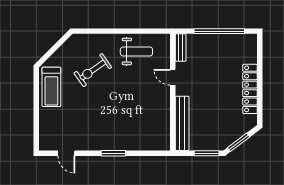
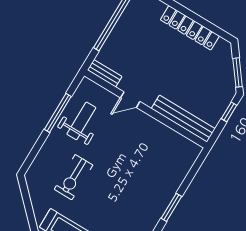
window: (132, 31) -> (58, 113), added
exercise bike: (93, 70) -> (74, 177), turned 35
window: (207, 153) -> (229, 112), width x0.67

